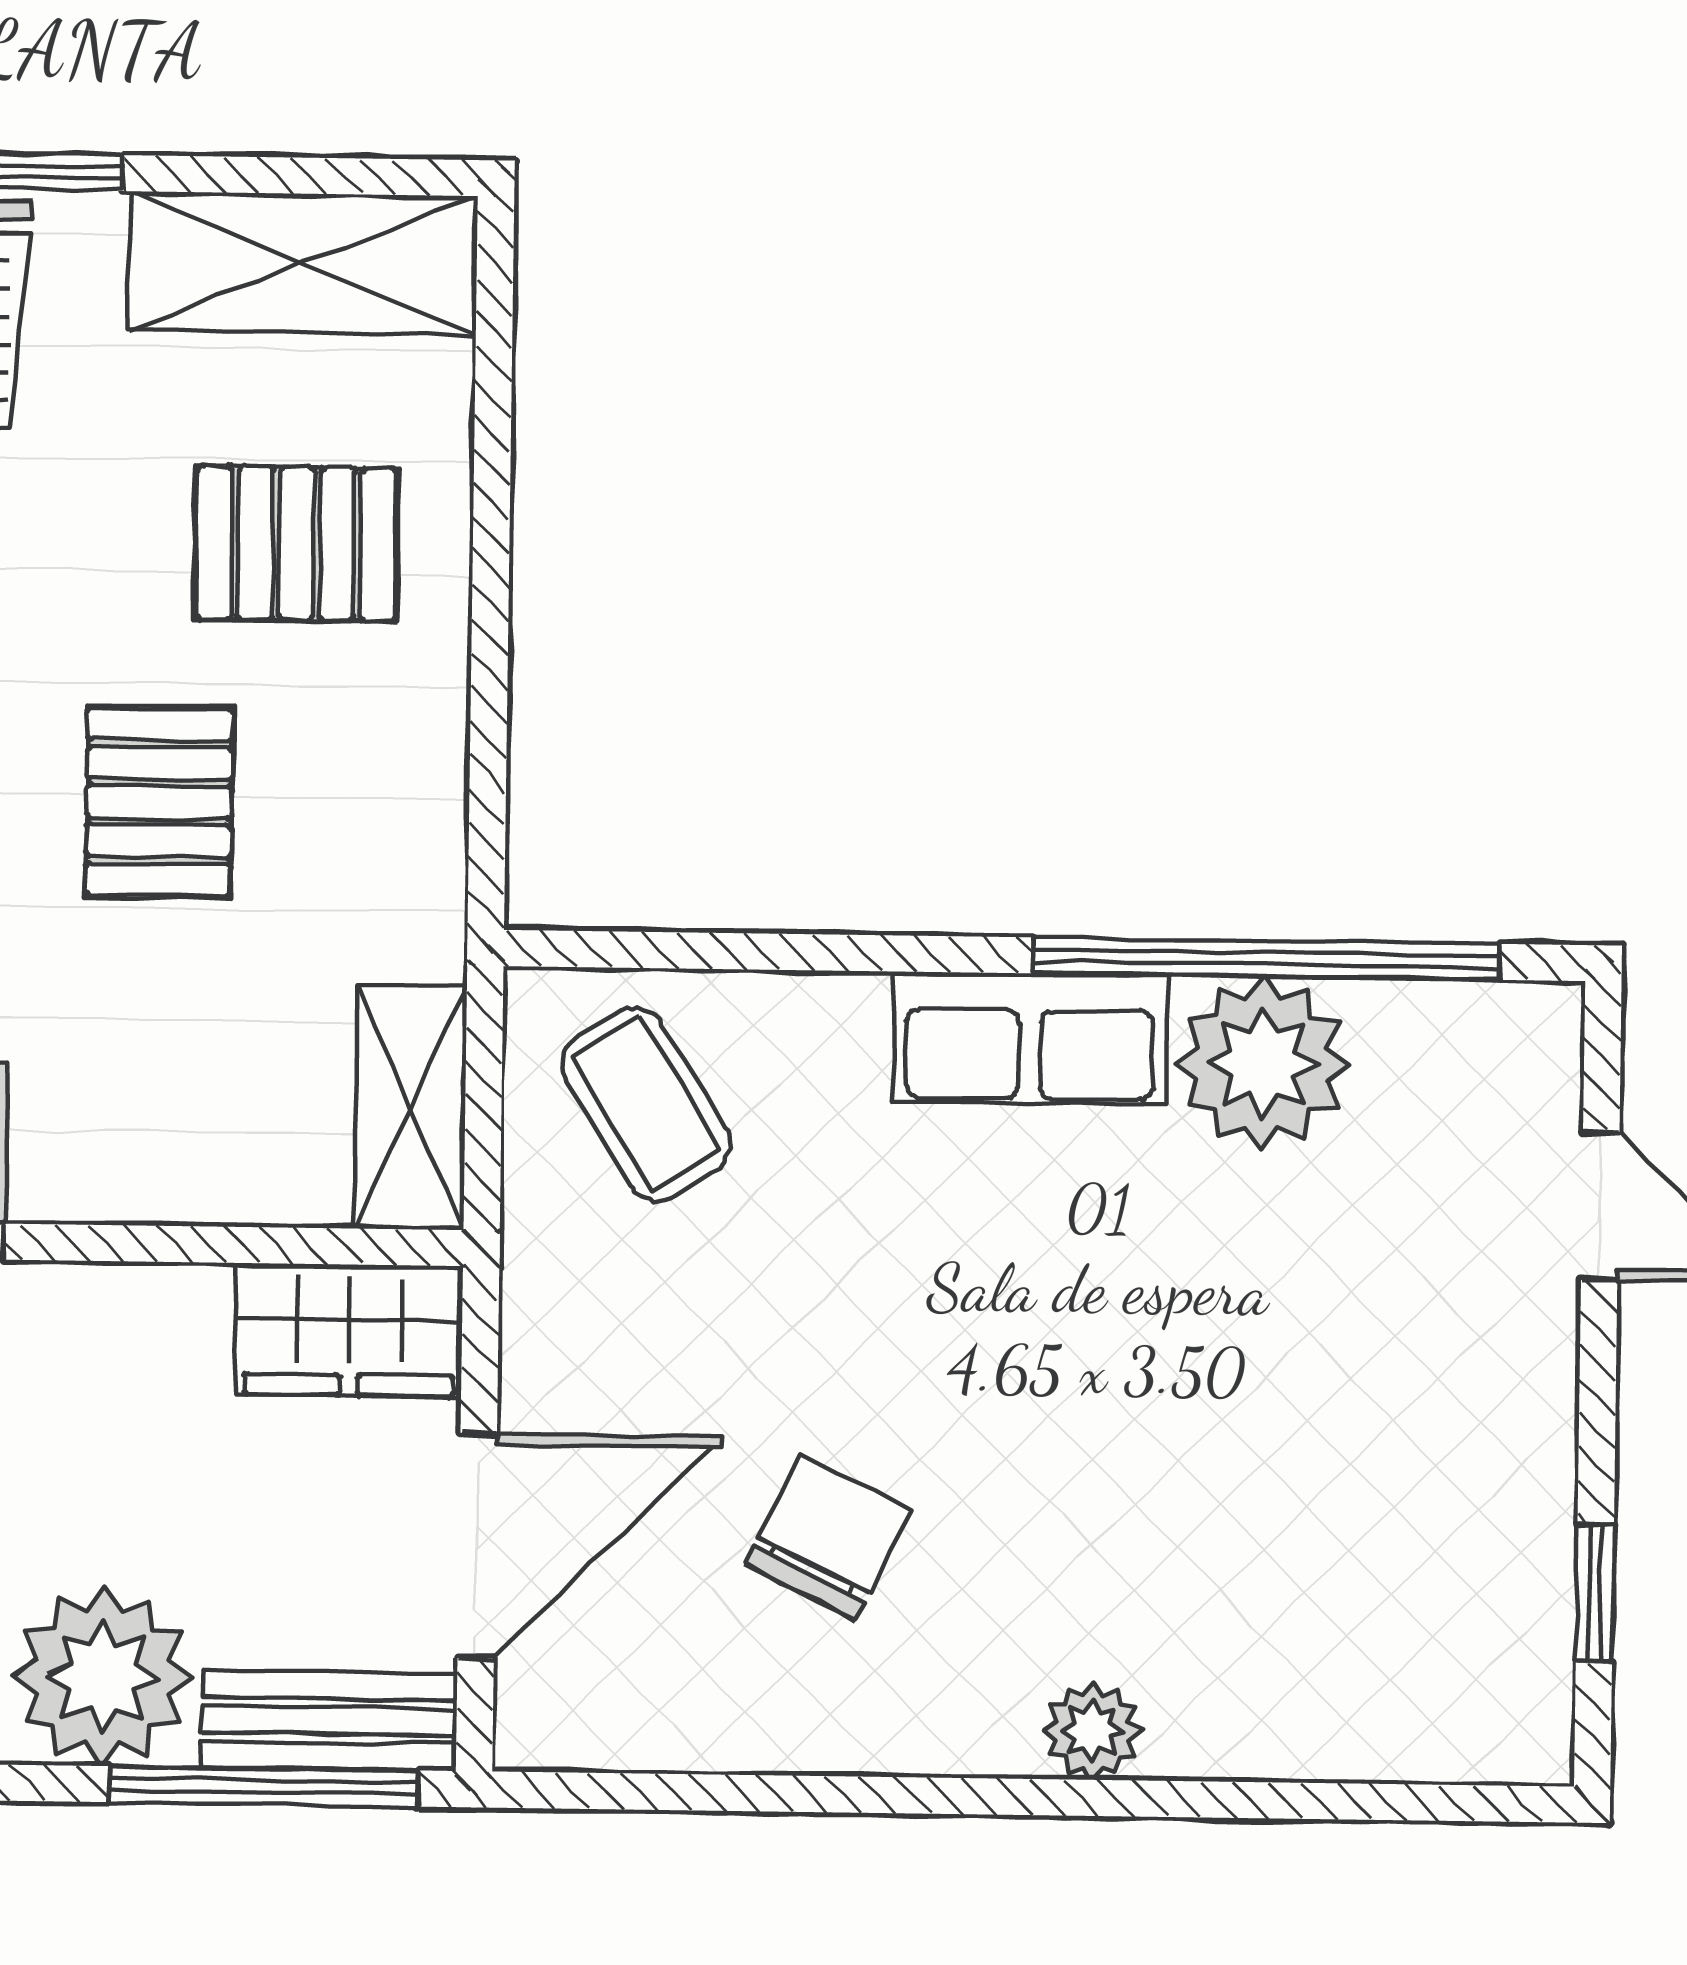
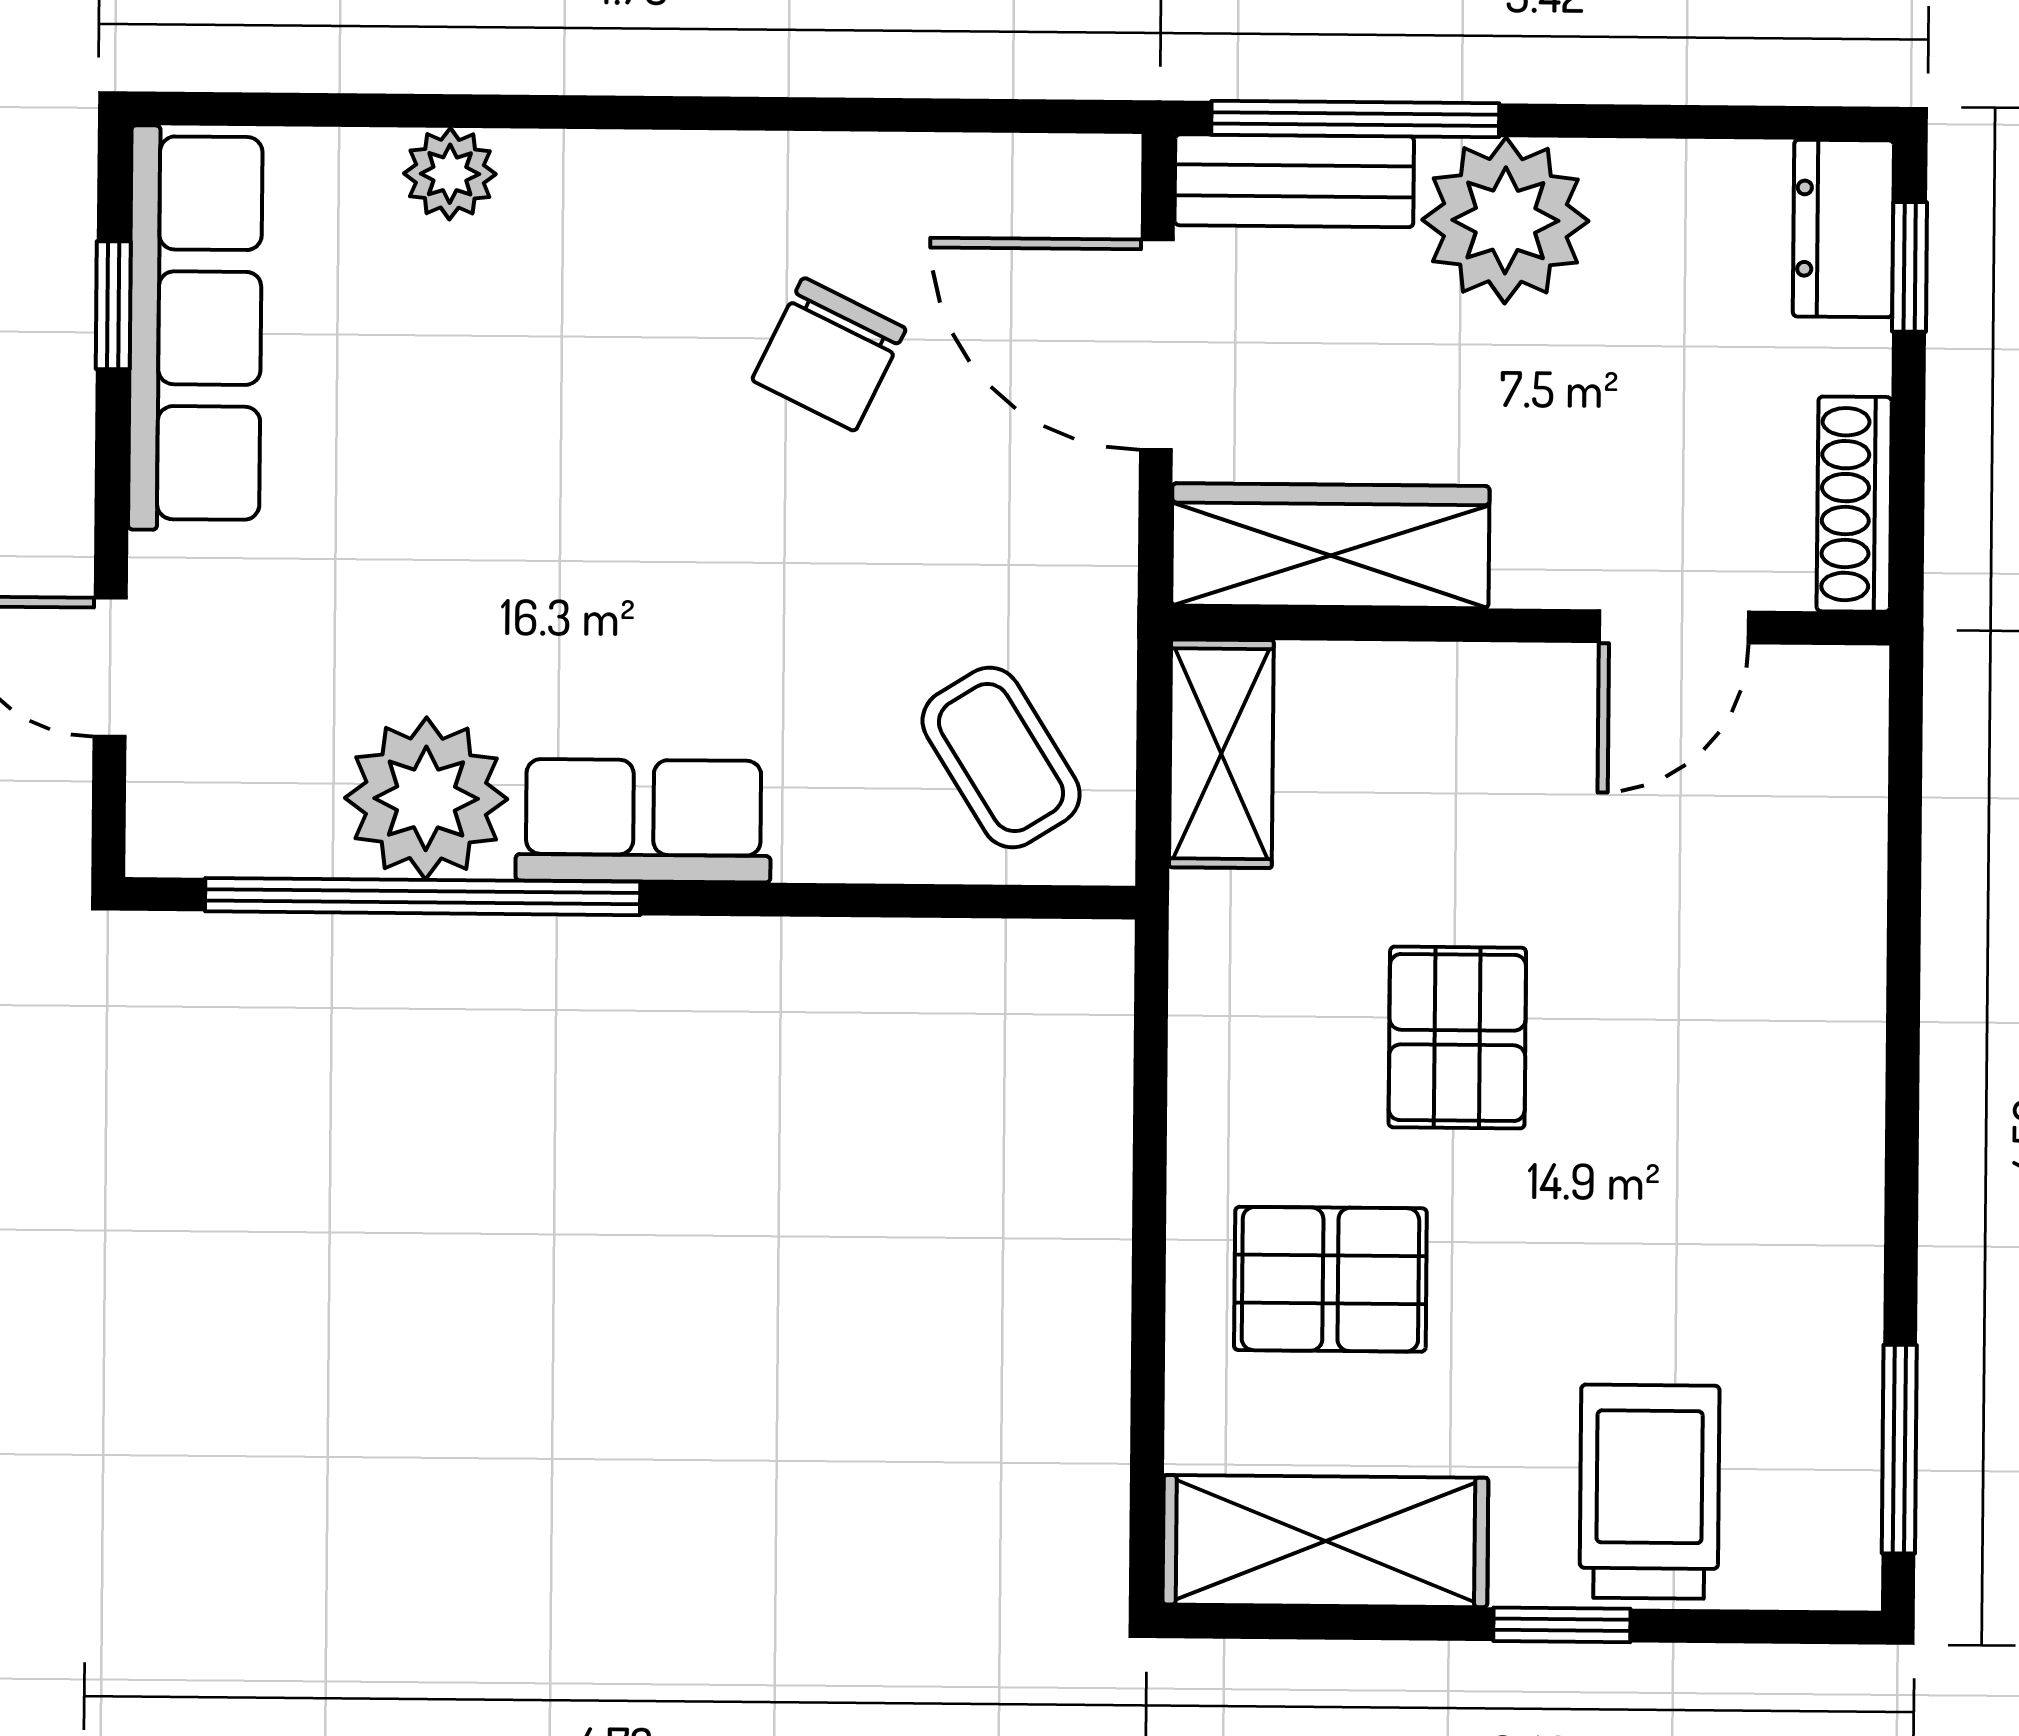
wardrobe: (349, 1330) -> (1330, 546), width x1.50
door: (477, 1546) -> (1157, 345), hinge flipped
row of seats: (1507, 1569) -> (195, 328), added
plant: (1093, 1731) -> (450, 174), moved

